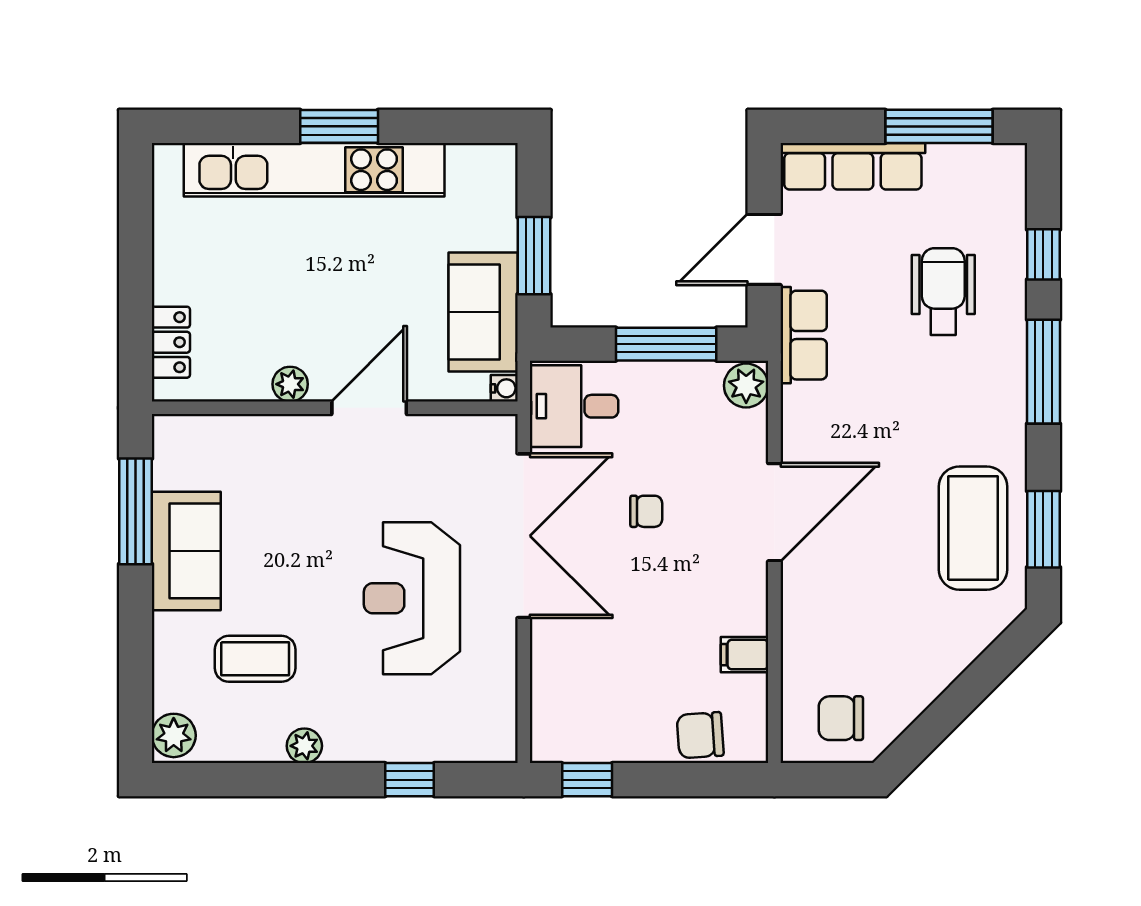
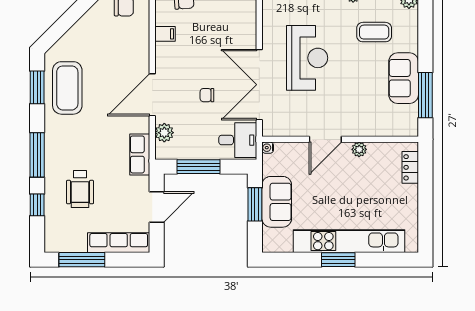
sofa: (483, 312) -> (277, 202), moved
row of seats: (804, 335) -> (140, 154), moved
plant: (746, 386) -> (164, 133), moved

